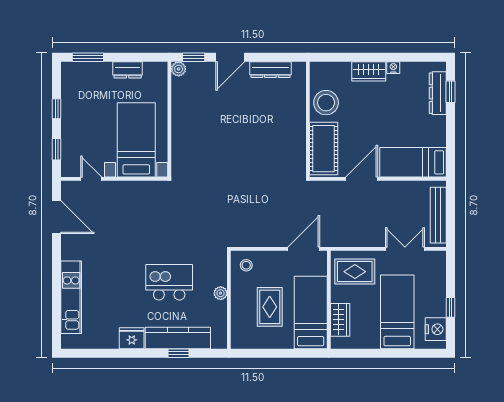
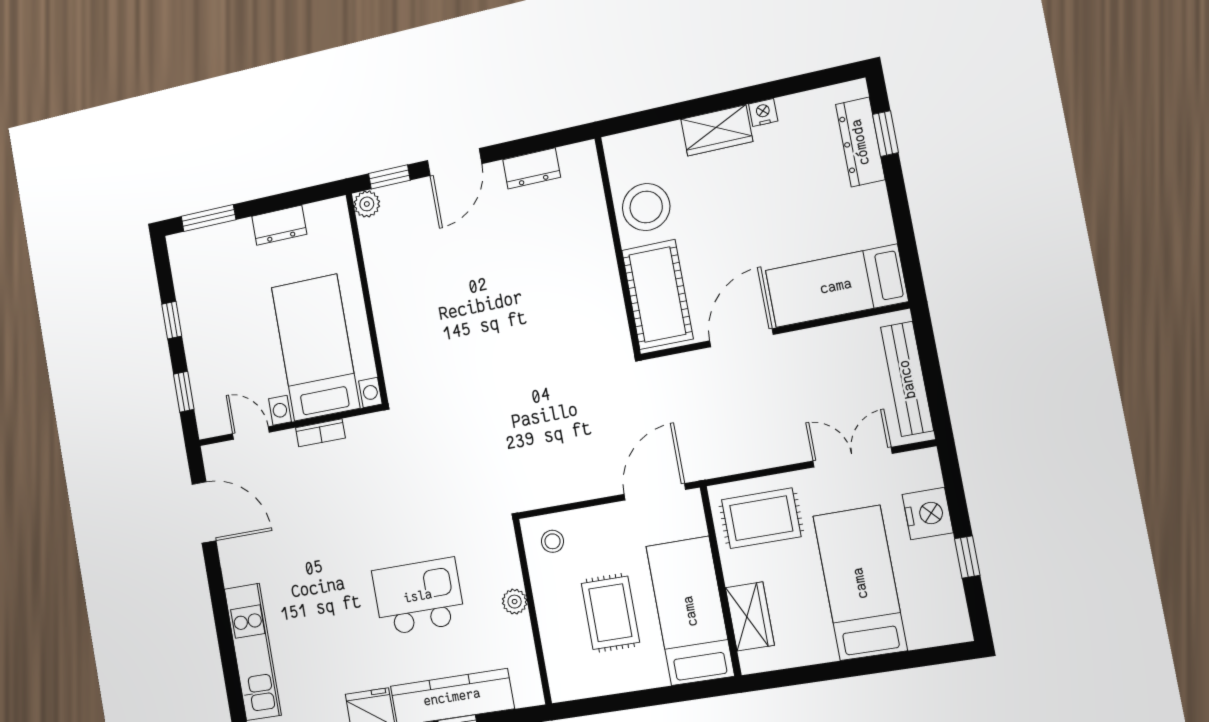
dresser: (270, 70) -> (532, 168), width x0.70
bookcase: (131, 186) -> (320, 433), added
nightstand: (436, 329) -> (928, 514), moved

